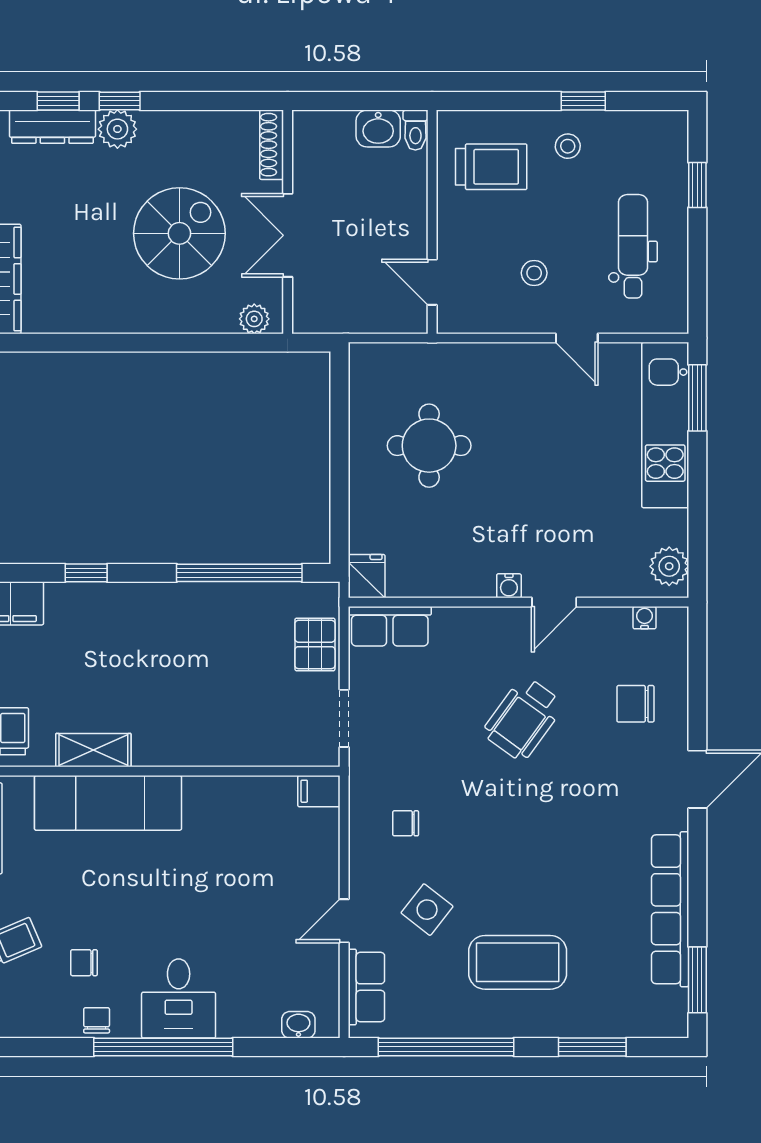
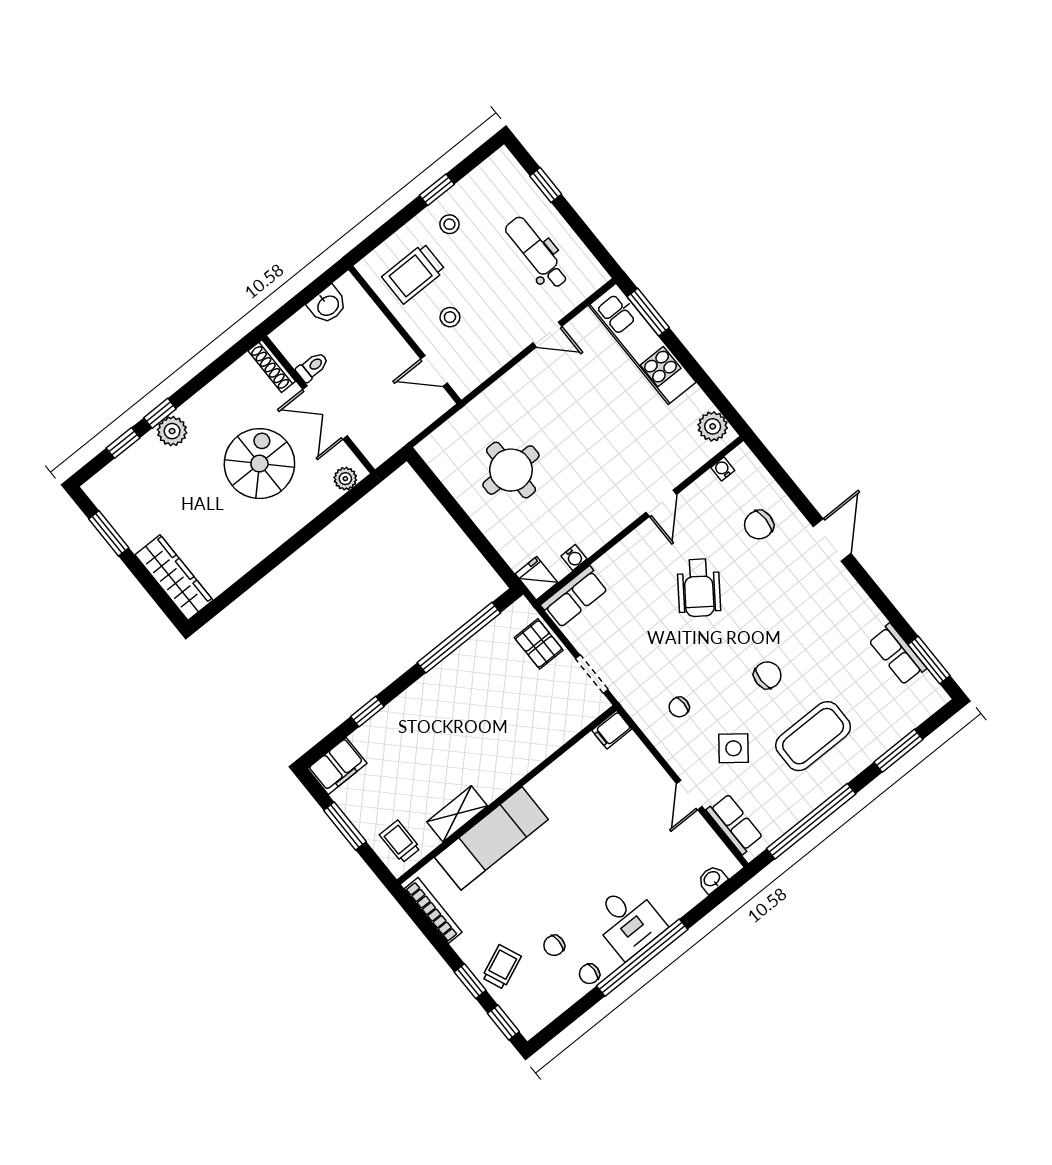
dresser: (52, 127) -> (132, 461), removed
toilet: (415, 130) -> (312, 367), moved, turned -90
trolley: (491, 167) -> (414, 273), turned 180
stool: (534, 273) -> (450, 317), moved
water cooler: (509, 586) -> (574, 558), moved
chair: (521, 863) -> (767, 675), added
row of seats: (670, 909) -> (897, 654), width x0.50
chair: (97, 1020) -> (589, 974), turned -86

